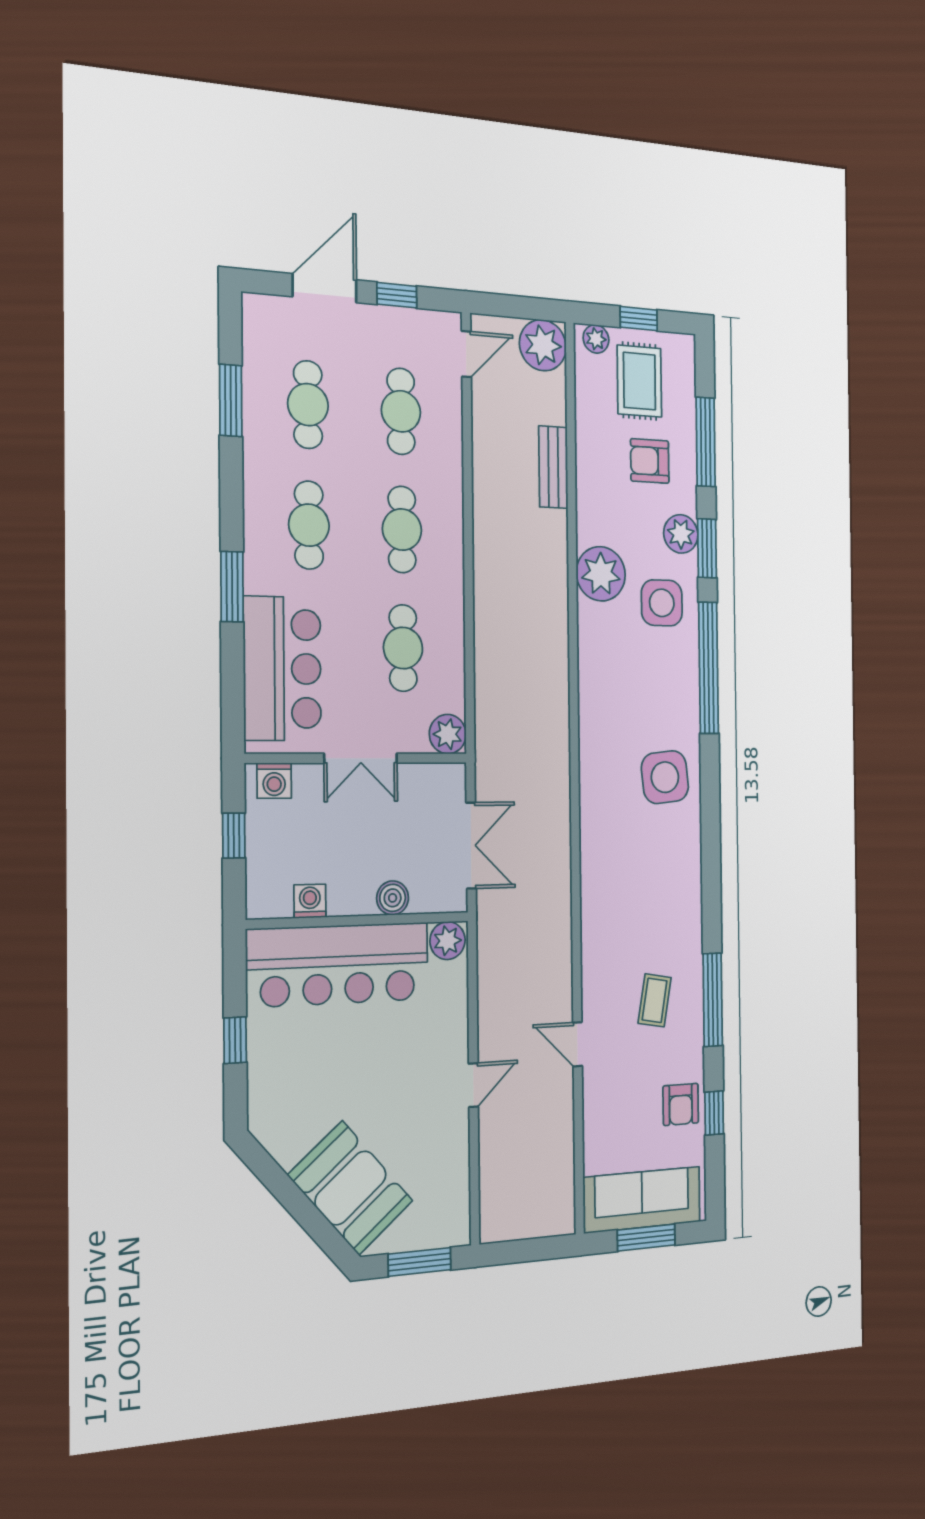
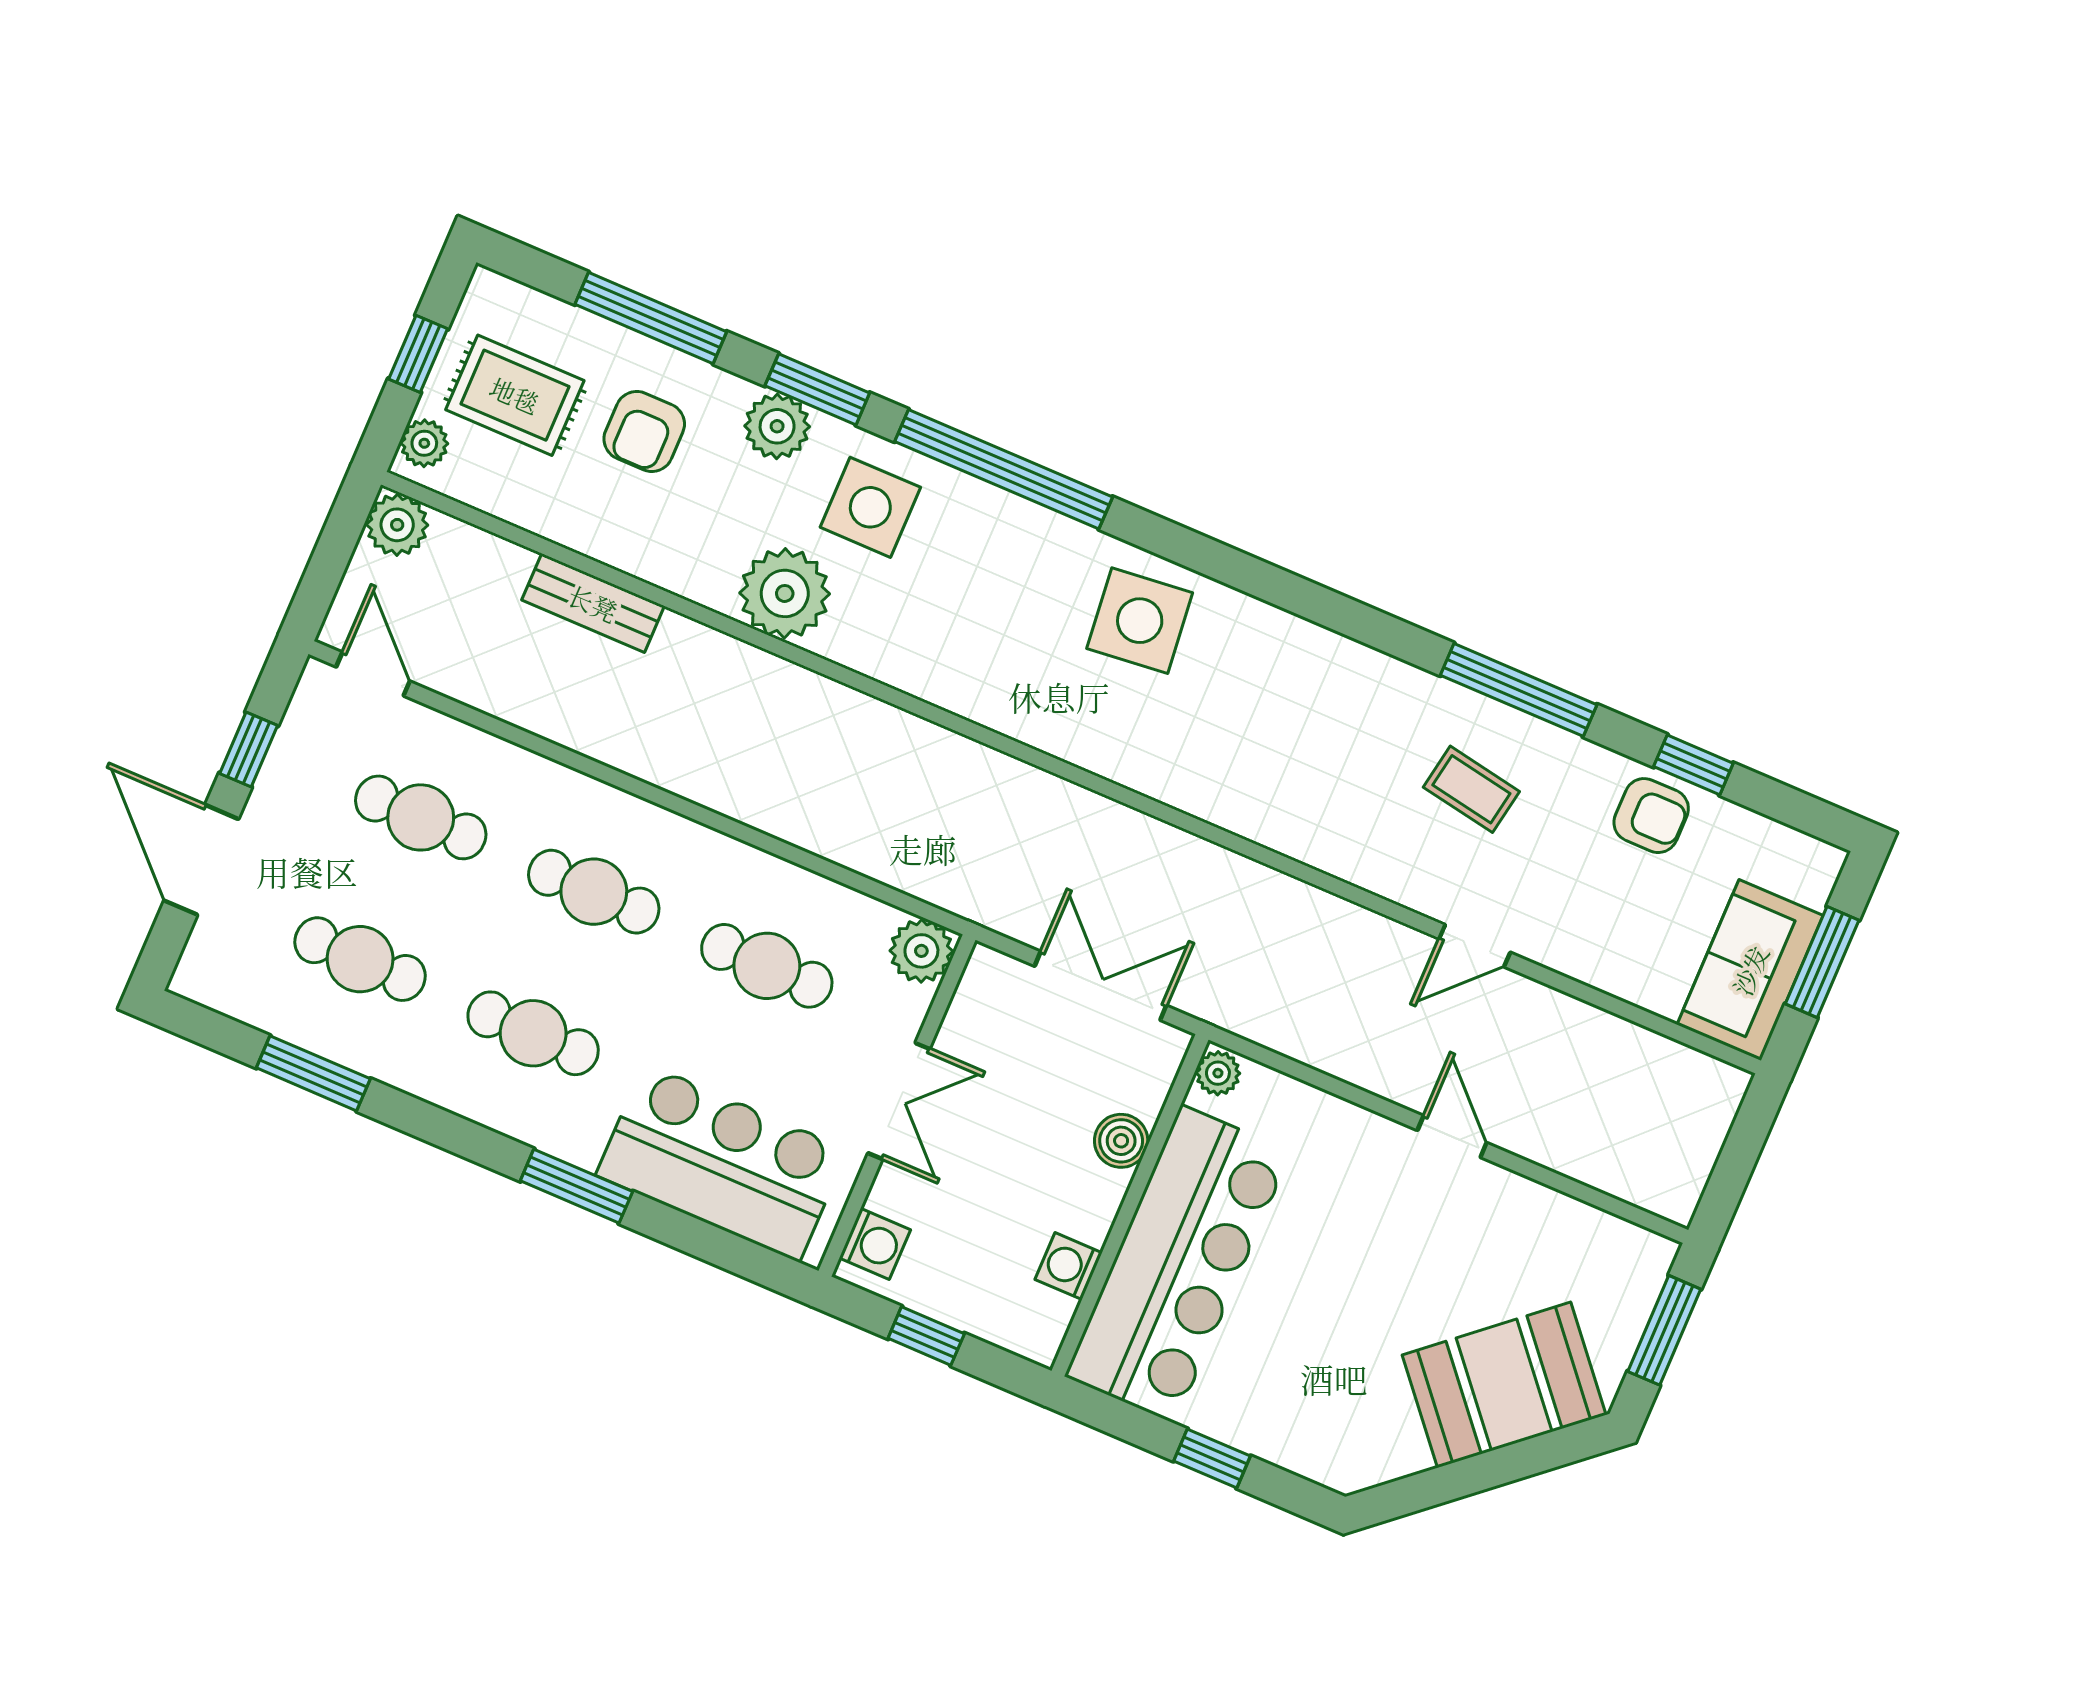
plant: (543, 345) -> (397, 525), width x0.73, depth x0.73
plant: (447, 941) -> (1218, 1073), width x0.73, depth x0.73
sofa: (642, 1200) -> (1750, 970), width x0.73

